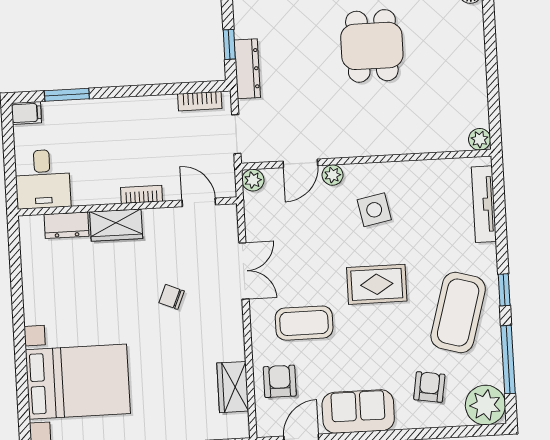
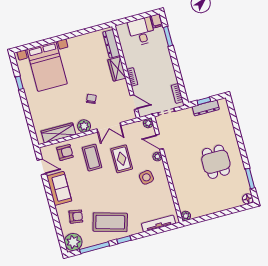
dining table: (372, 46) -> (216, 162), turned 90
dresser: (247, 69) -> (206, 108), moved
desk: (43, 179) -> (142, 31), moved, turned 90
door: (199, 202) -> (134, 102), hinge flipped
dresser: (66, 225) -> (111, 44), width x1.44
rug: (377, 284) -> (122, 159), moved
plant: (229, 326) -> (84, 126), added
wardrobe: (233, 387) -> (58, 133), width x1.50

